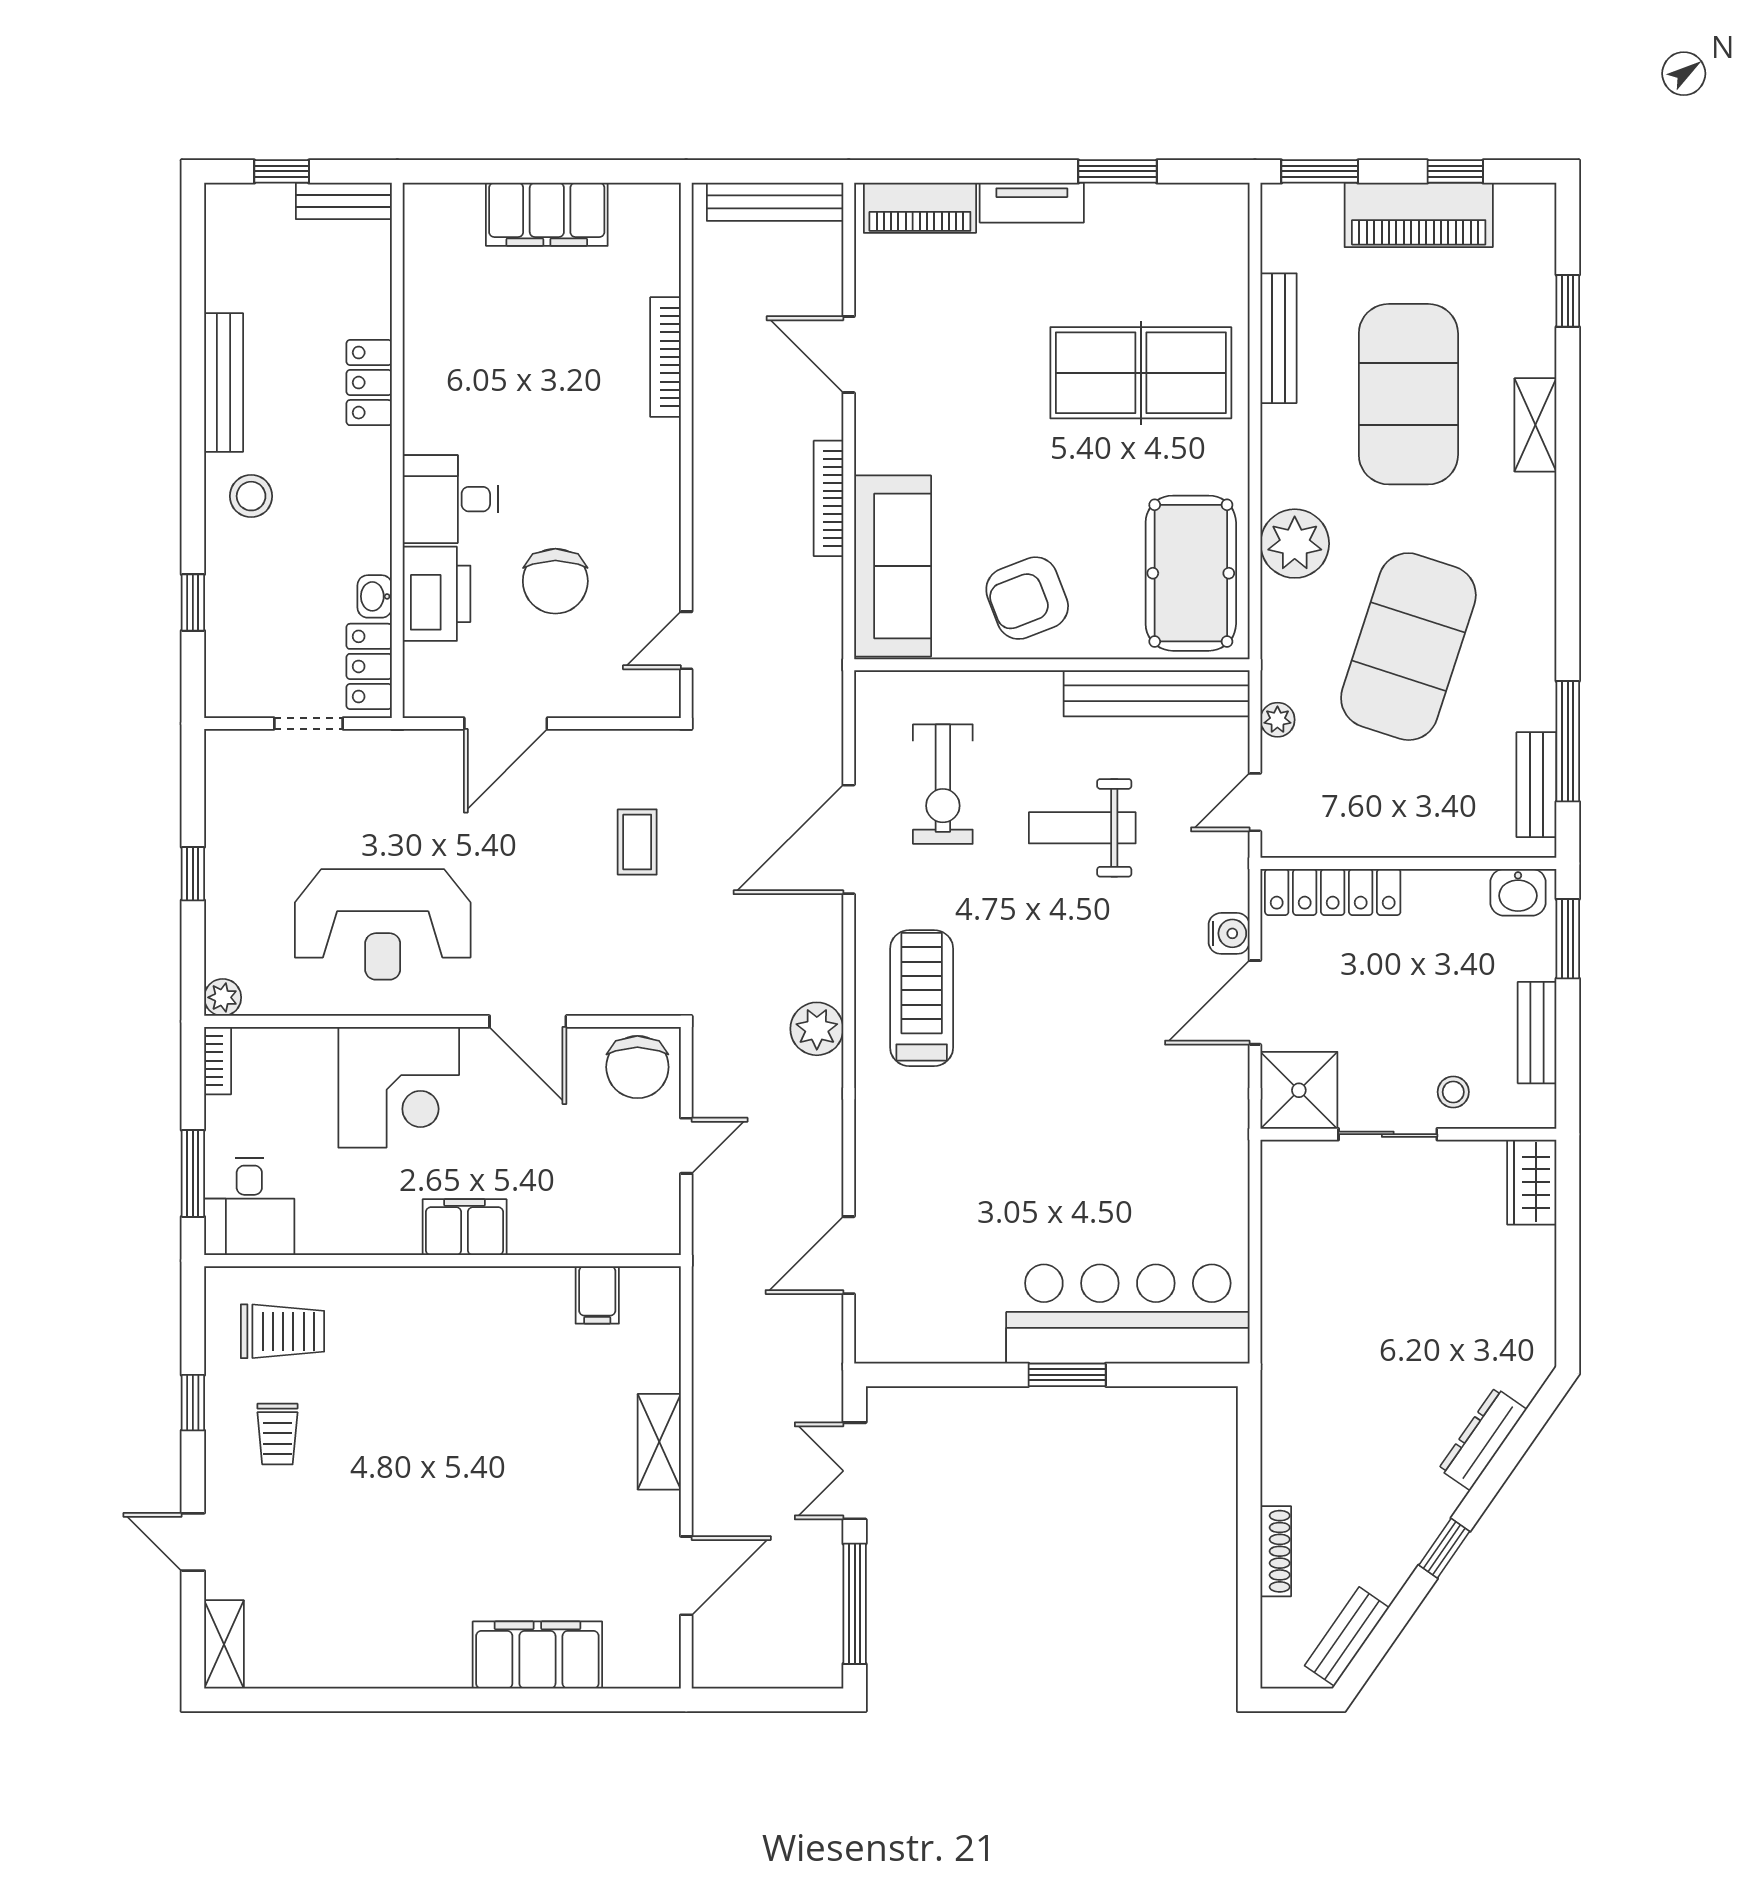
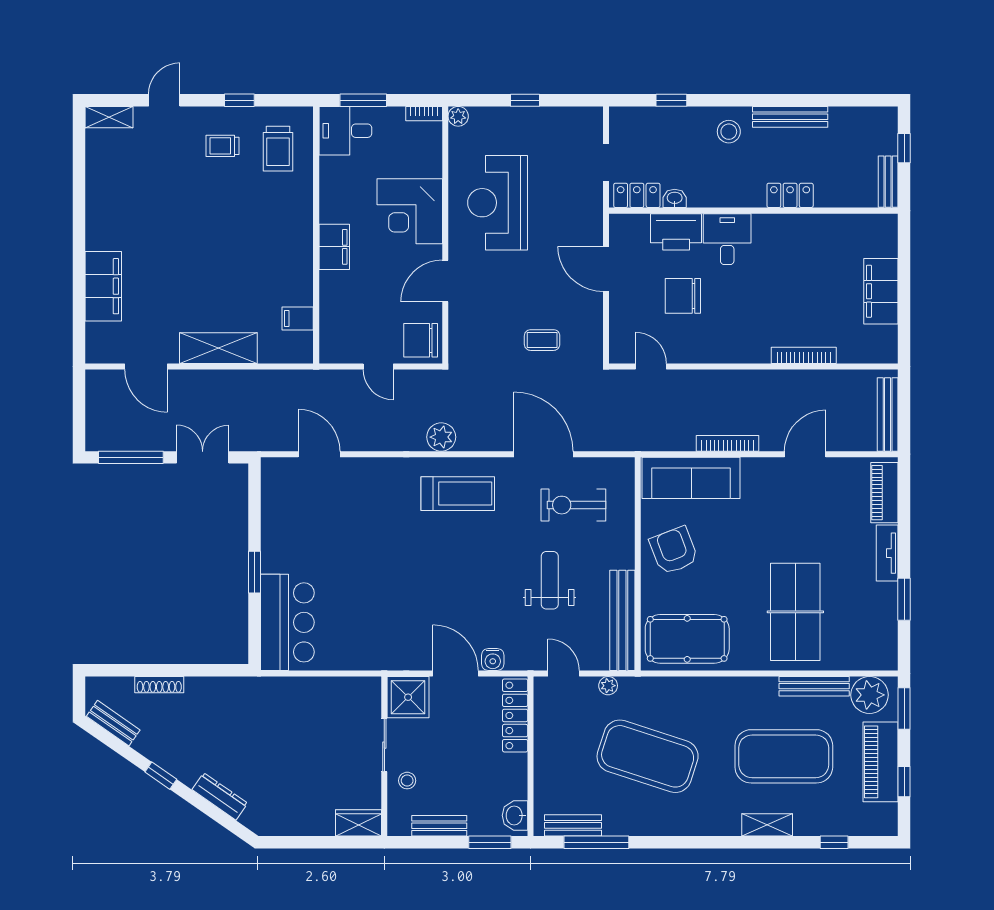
plant: (1295, 544) -> (870, 695), moved
bar counter: (1128, 1314) -> (287, 622), width x0.73
shelving: (659, 1442) -> (218, 348), width x1.50, depth x1.33

